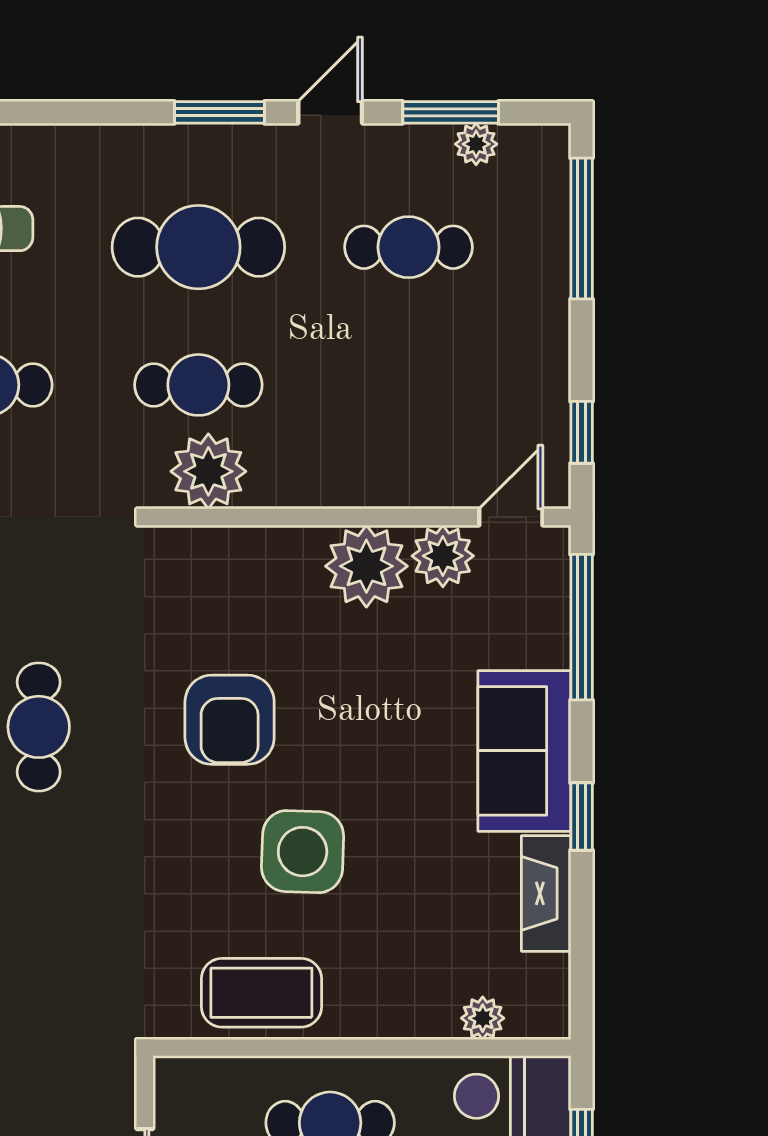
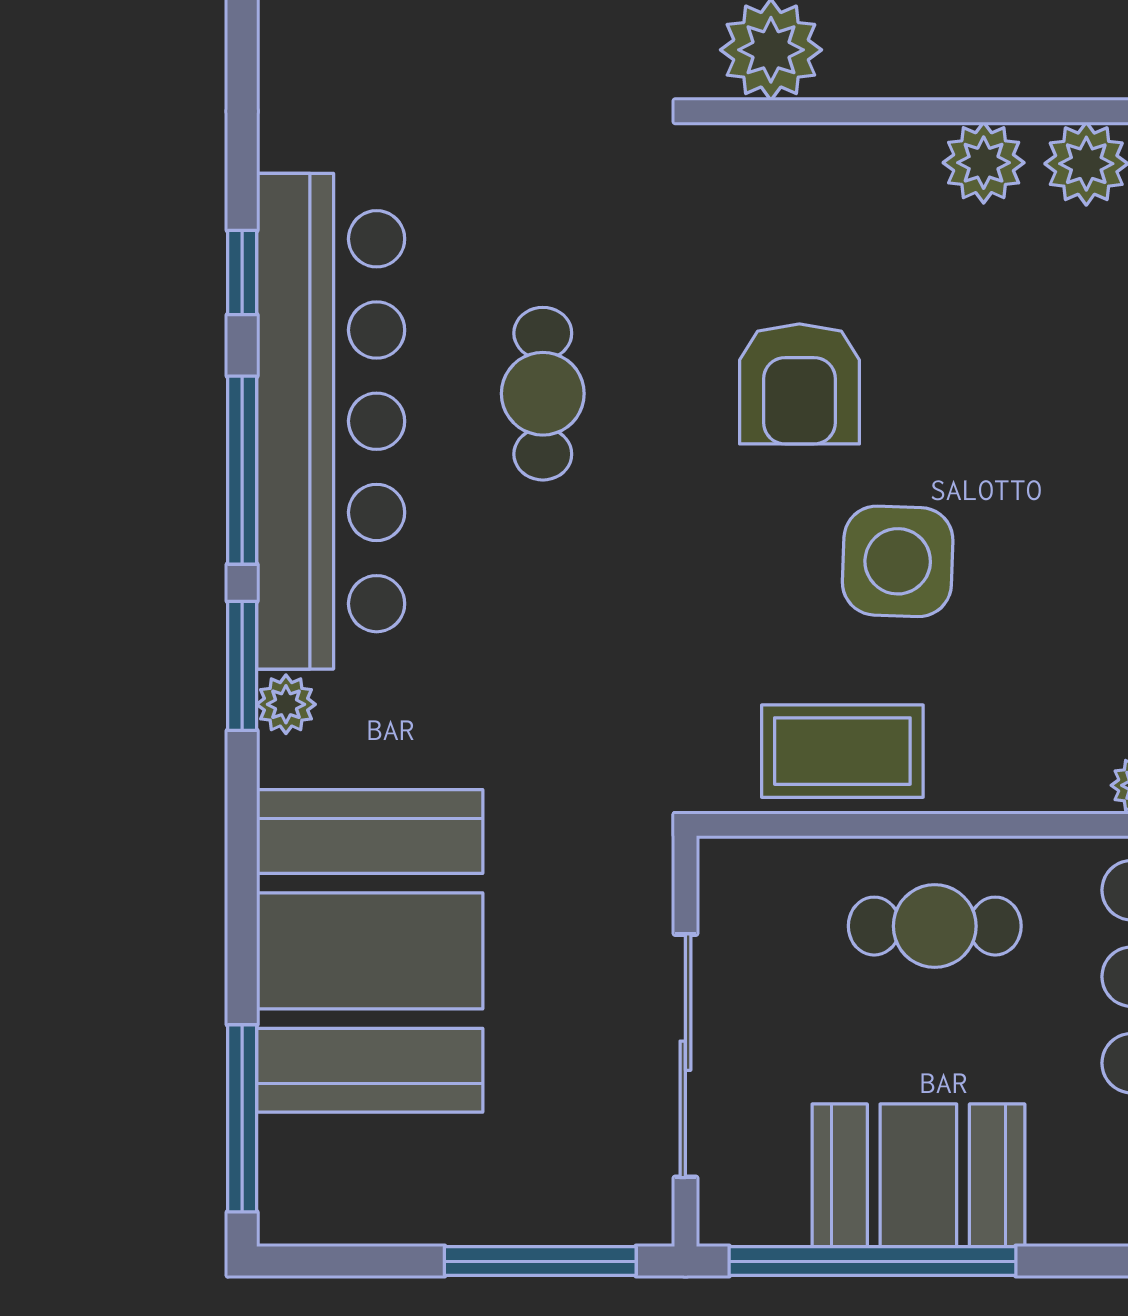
plant: (366, 566) -> (984, 163), width x0.73, depth x0.73

